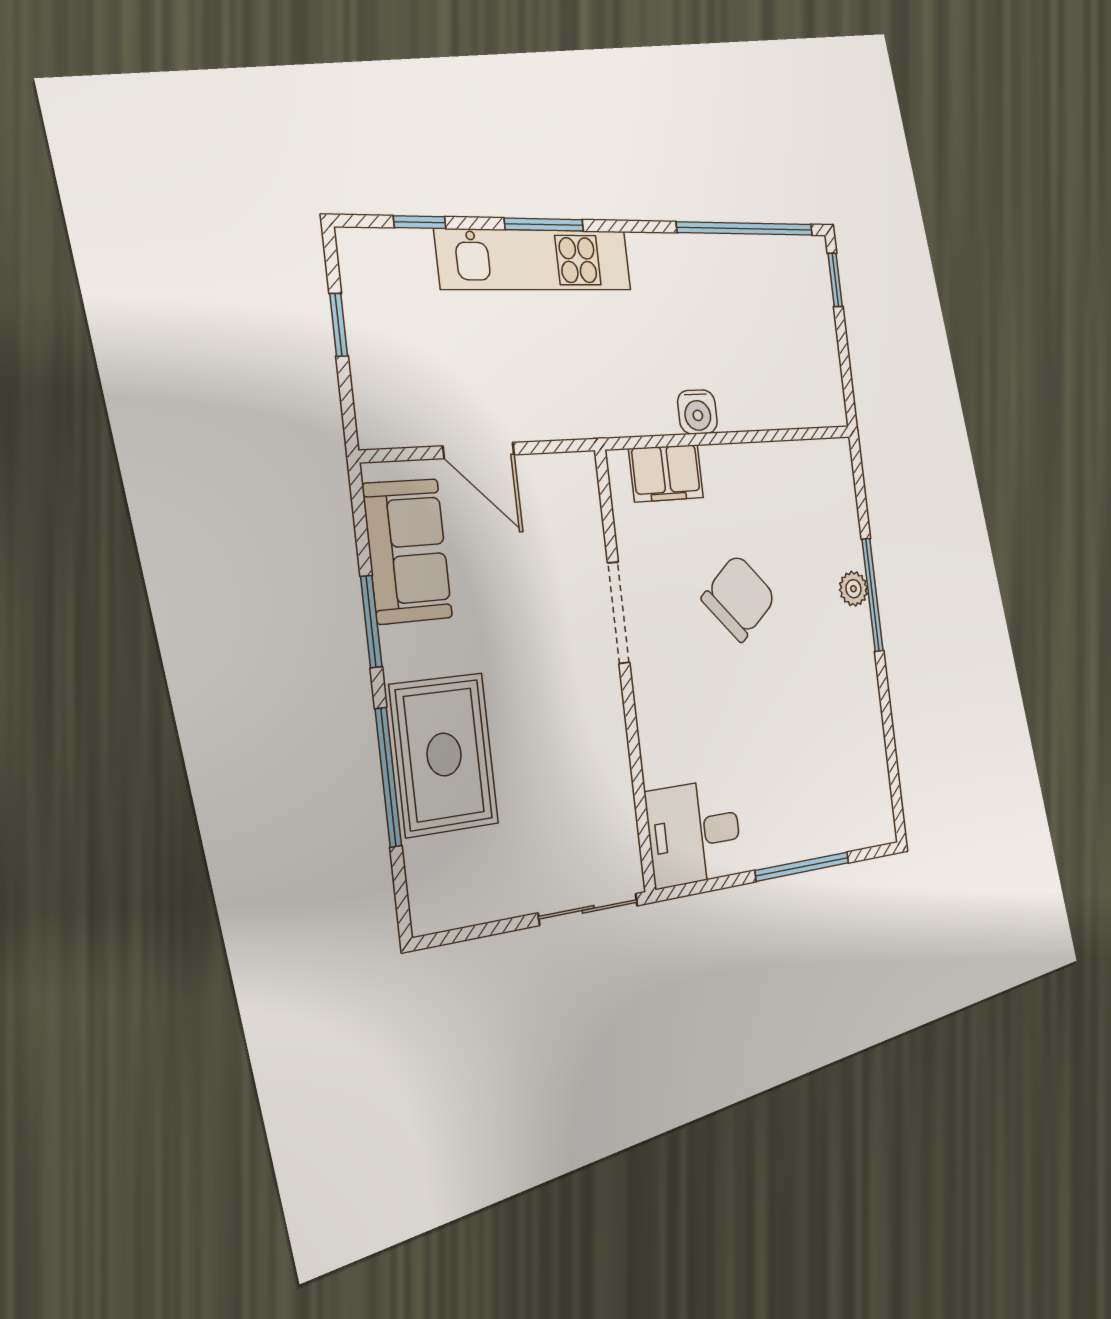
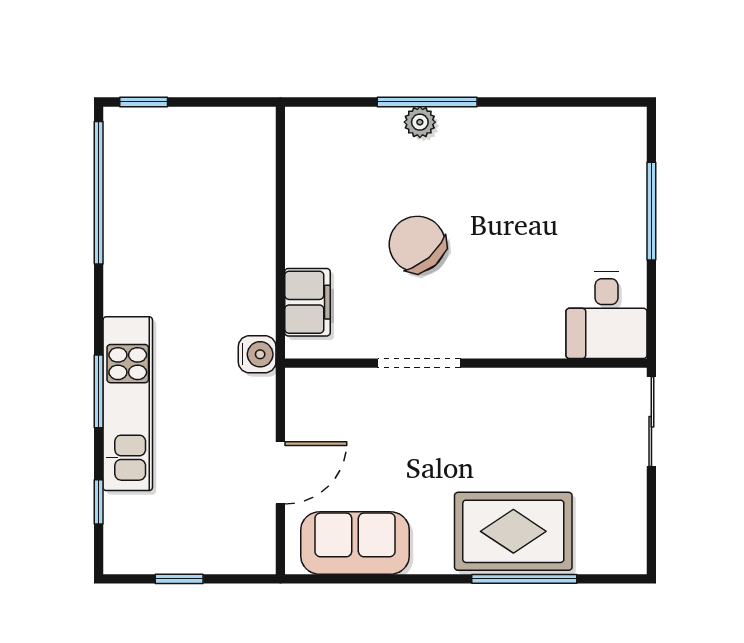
water cooler: (697, 412) -> (257, 354), moved
window: (371, 621) -> (406, 579), removed

